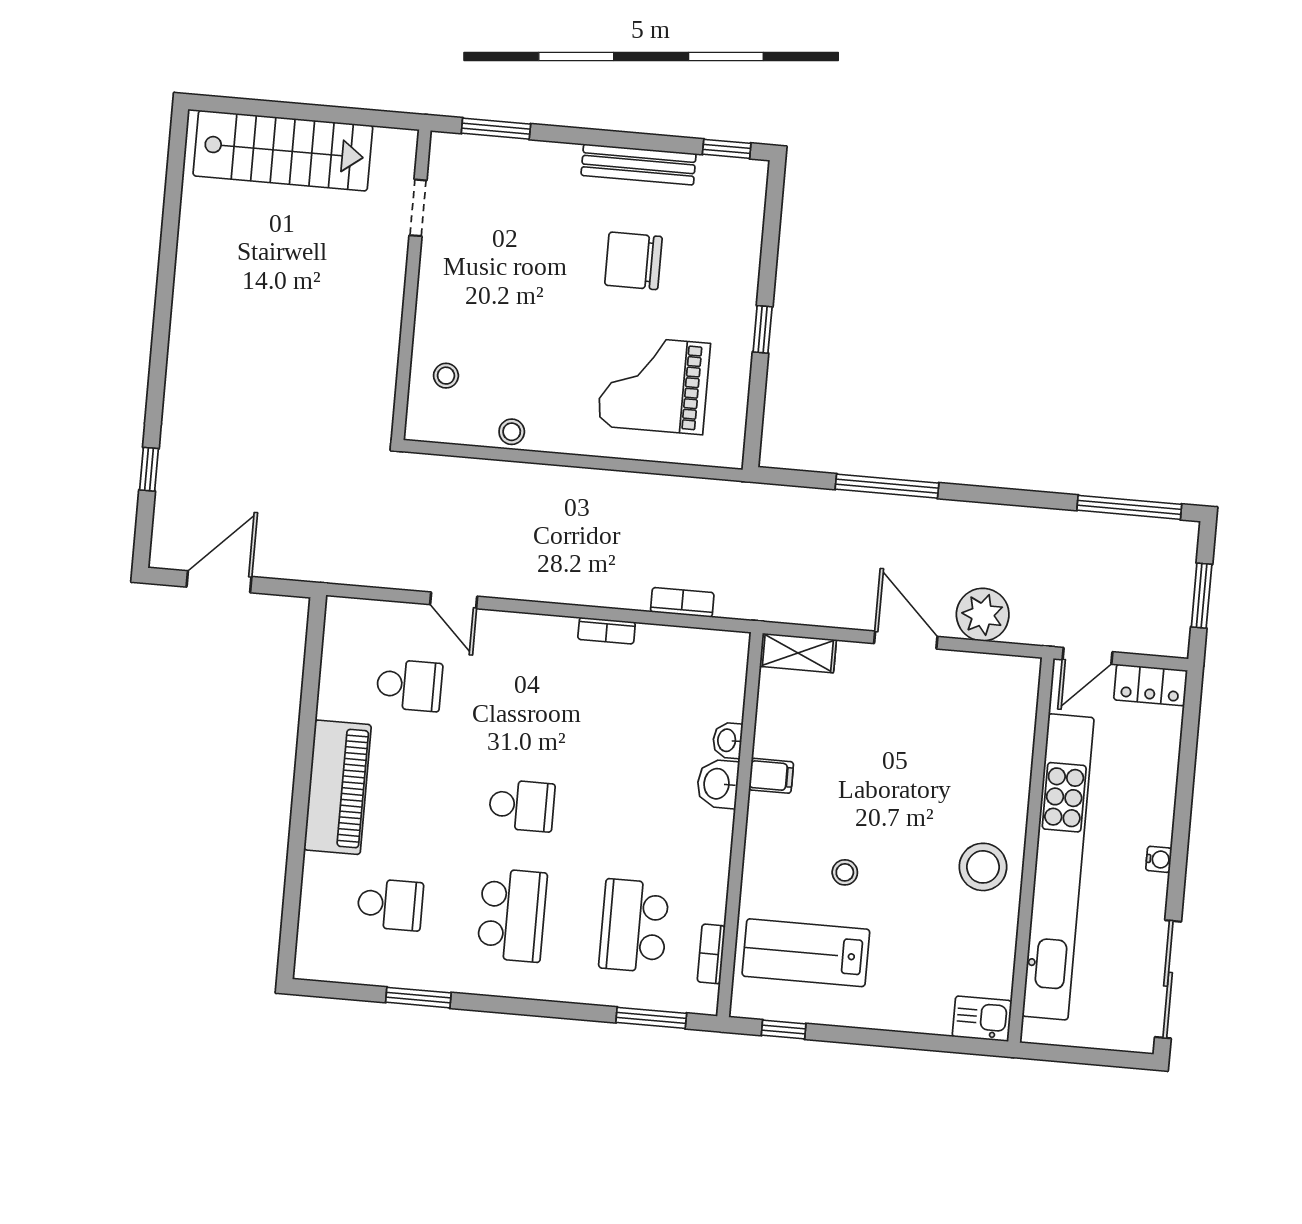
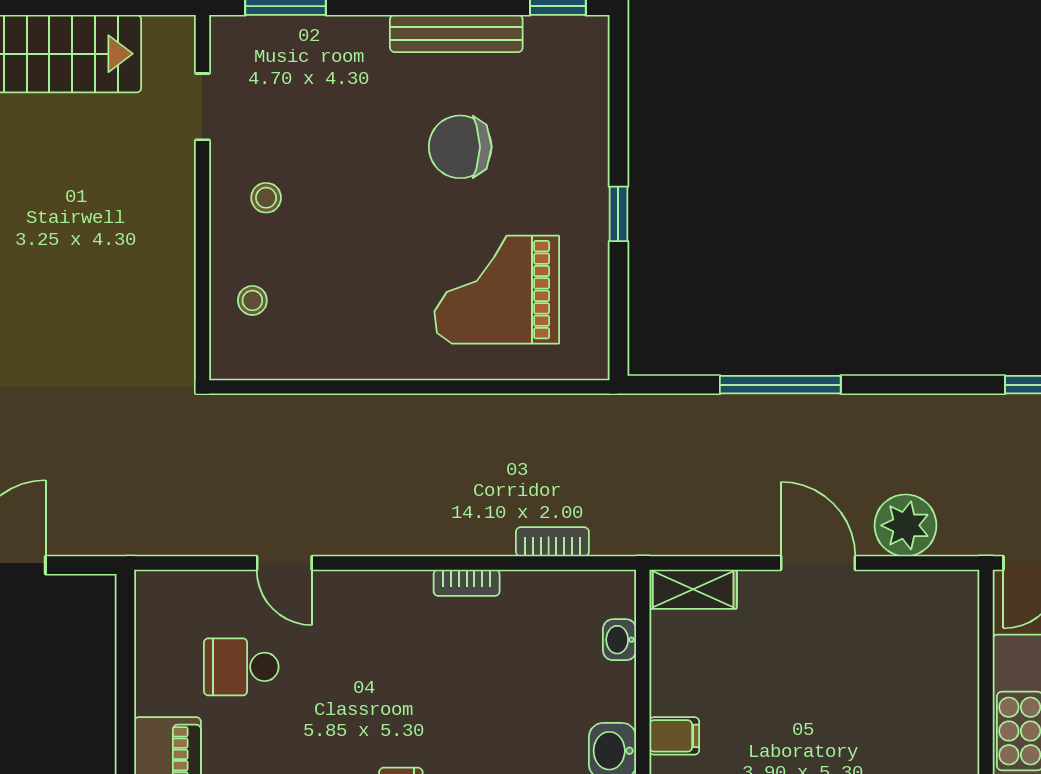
stool: (512, 432) -> (266, 198), moved
school desk: (409, 685) -> (241, 667), turned 180
washbasin: (727, 740) -> (619, 640), moved

